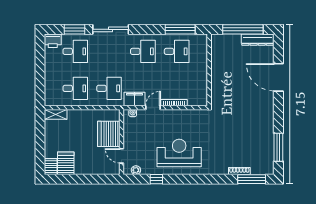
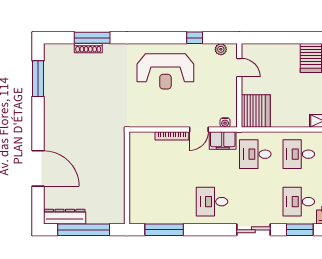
sliding door: (111, 29) -> (253, 230), width x0.73
desk: (177, 51) -> (169, 202), removed
server rack: (109, 134) -> (256, 111), moved
window: (252, 179) -> (92, 38), moved

